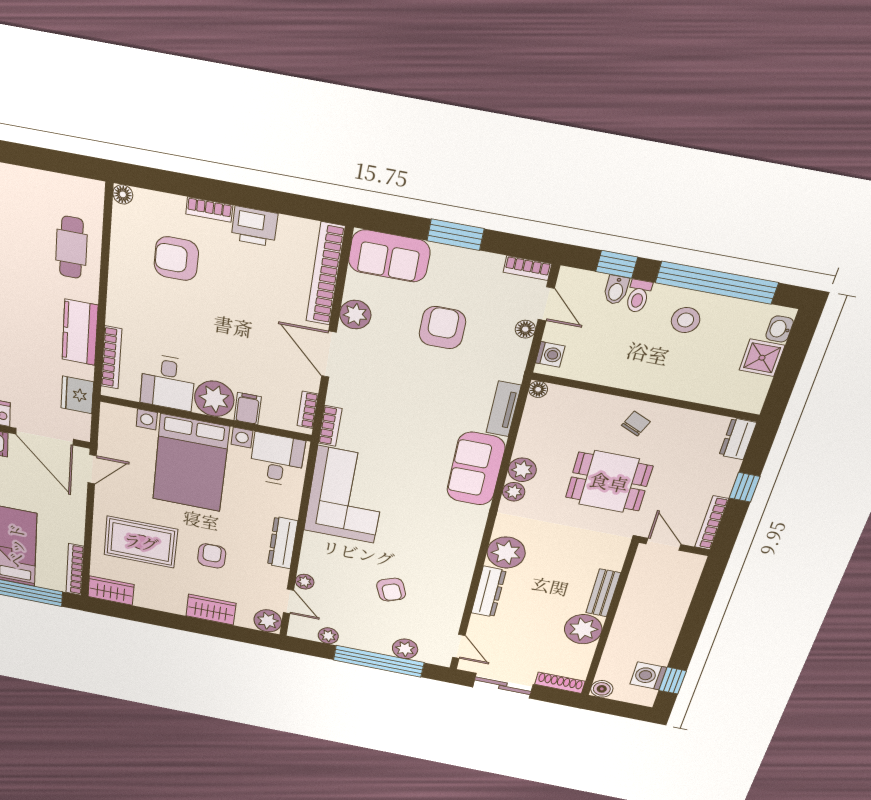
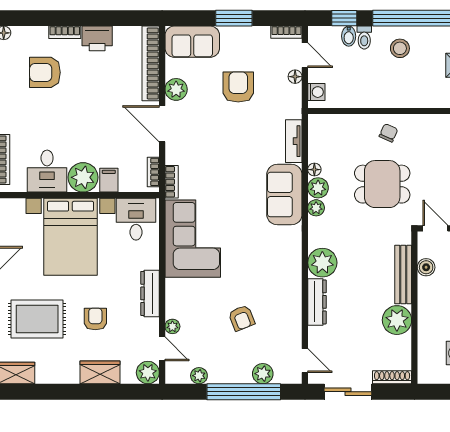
floor lamp: (538, 389) -> (314, 170), moved
bench: (603, 593) -> (403, 275), width x1.36
boiler: (602, 689) -> (426, 267), moved

